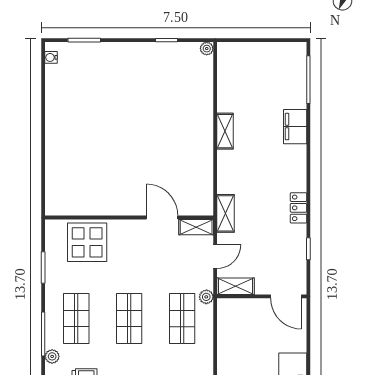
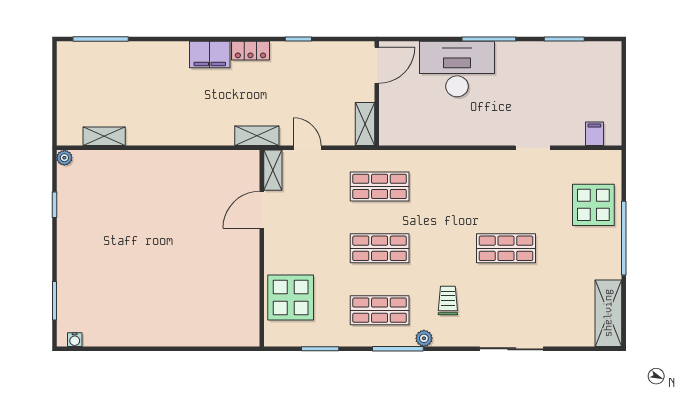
filing cabinet: (295, 127) -> (210, 55), moved
shelving: (225, 131) -> (104, 136), moved
shelving: (236, 286) -> (365, 124), moved
wall: (262, 296) -> (377, 93), moved
door: (286, 296) -> (377, 65), moved
plant: (206, 297) -> (354, 158), removed

